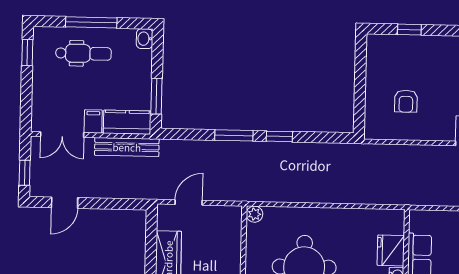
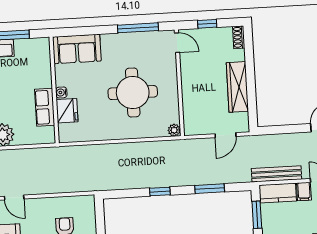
window: (234, 135) -> (210, 189), moved

